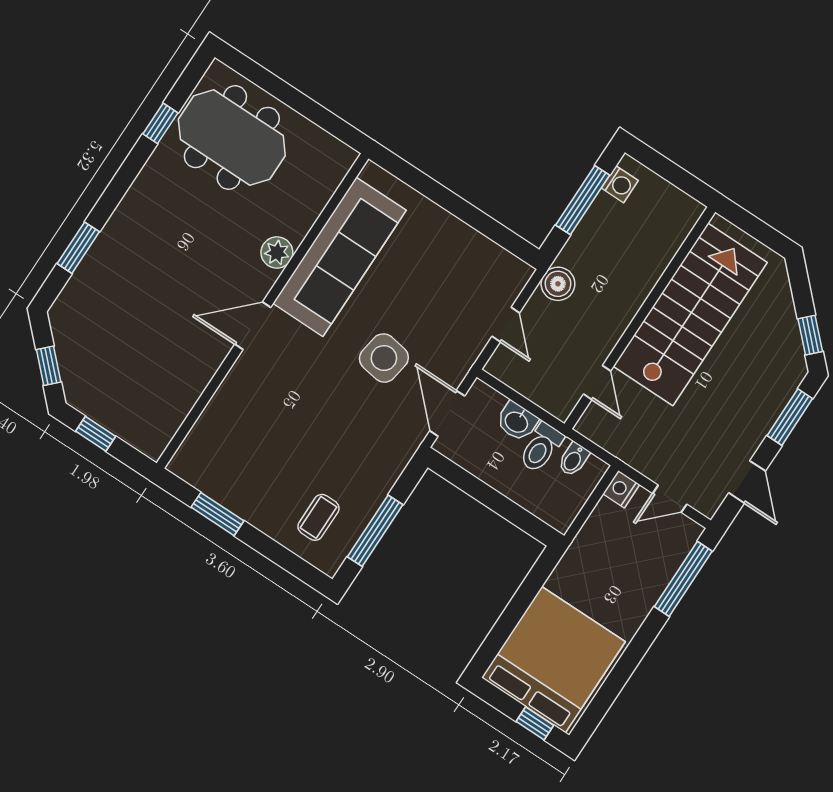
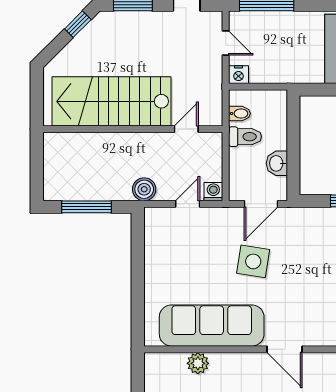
washing machine: (620, 184) -> (213, 192), moved
plant: (277, 253) -> (198, 363), moved
washbasin: (517, 421) -> (277, 163), moved, turned 180

